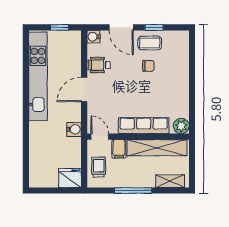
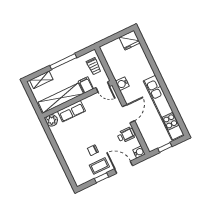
row of seats: (144, 126) -> (71, 111), width x0.68
fridge: (70, 178) -> (130, 40), moved

